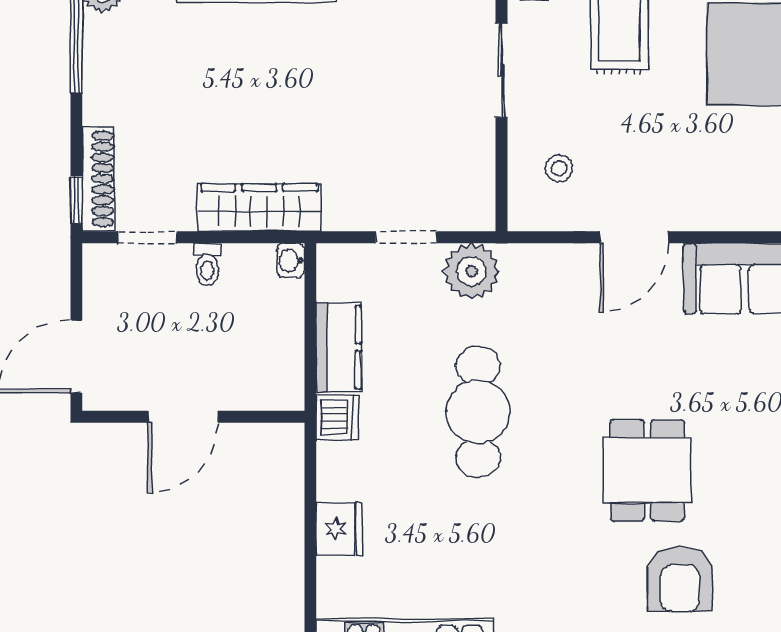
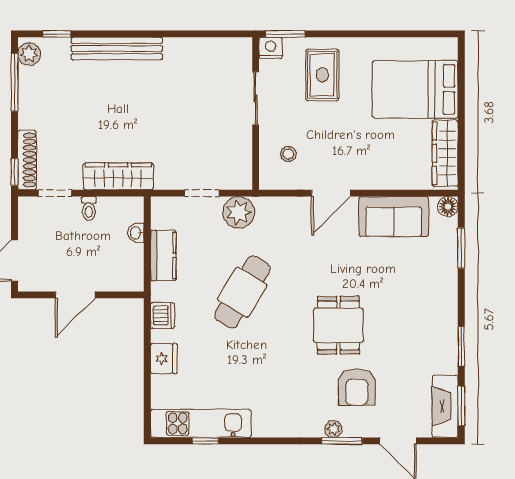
washbasin: (291, 260) -> (136, 233), moved
cafe table: (478, 412) -> (242, 292), turned 31
dishwasher: (337, 418) -> (163, 315), moved

